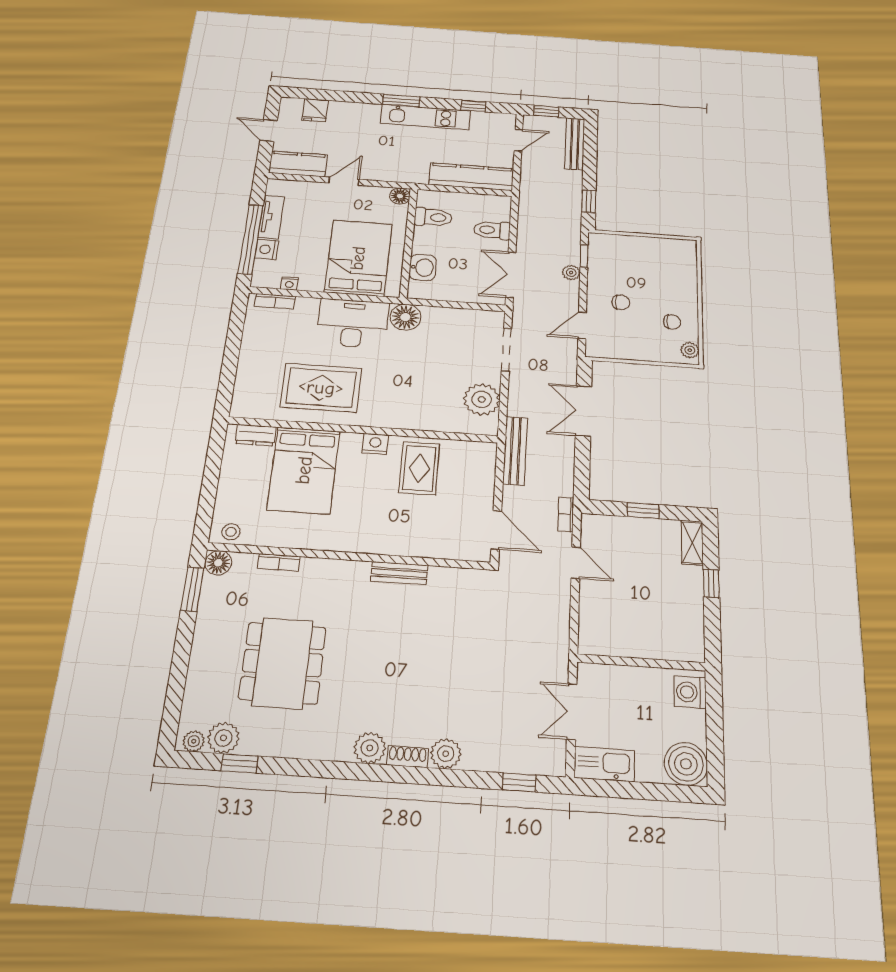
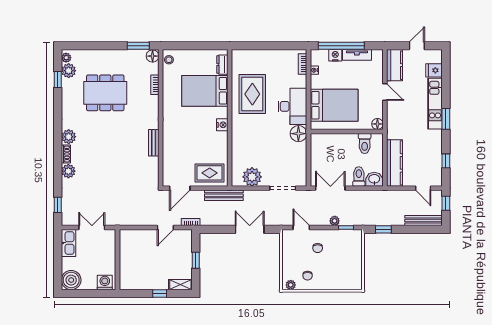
kitchen unit: (425, 117) -> (435, 104), moved
washbasin: (423, 267) -> (374, 179), moved, turned 180
rug: (419, 468) -> (210, 173), moved

